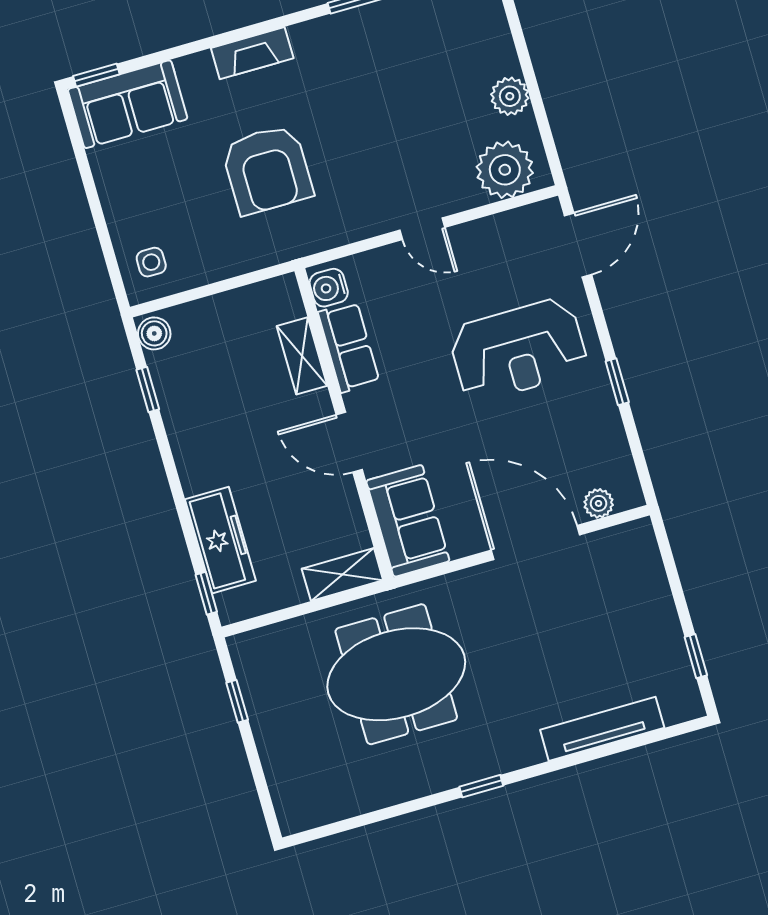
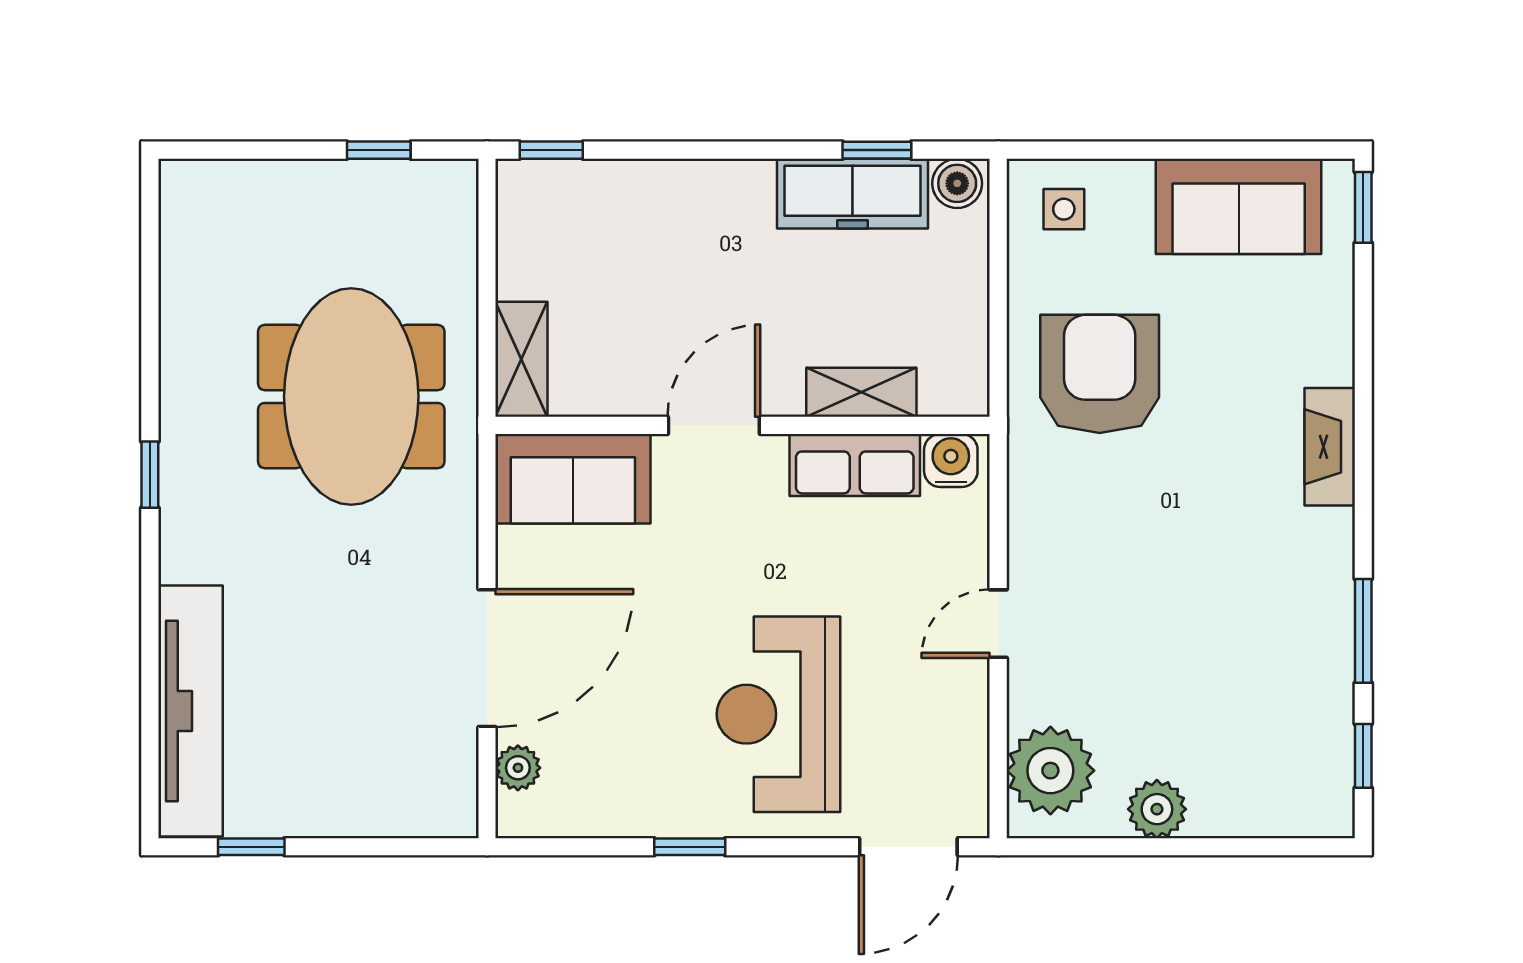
sofa: (128, 104) -> (1239, 206), moved, turned -90
armchair: (267, 170) -> (1100, 374), moved, turned 90
door: (578, 245) -> (908, 847), hinge flipped
freezer: (220, 540) -> (853, 194), moved
tv unit: (602, 729) -> (190, 711), width x1.36, depth x1.29

